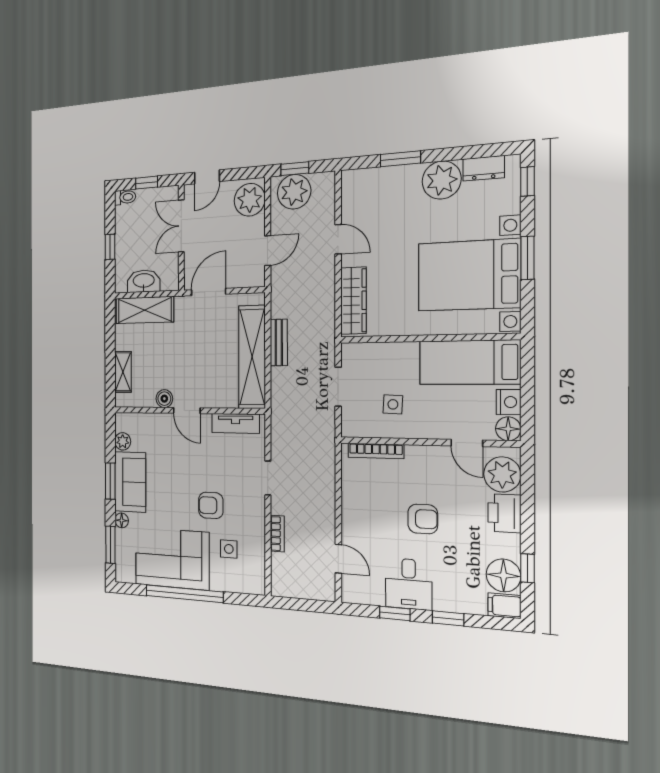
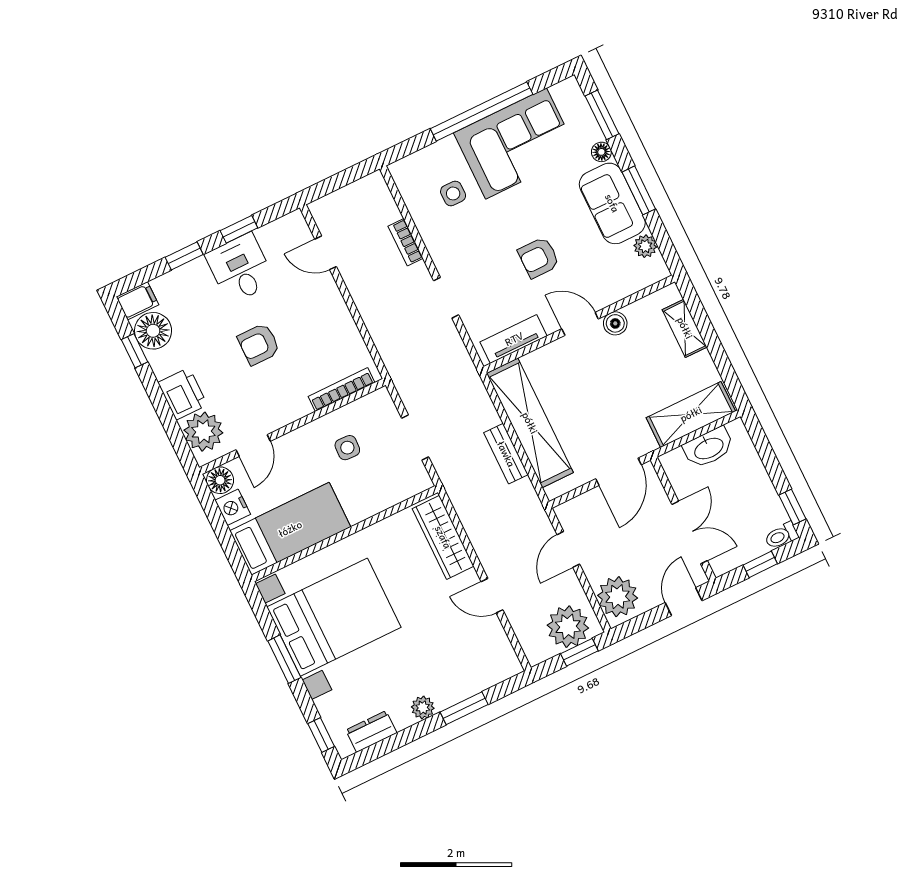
plant: (442, 180) -> (423, 708), width x0.53, depth x0.53
window: (110, 247) -> (792, 507), moved
door: (467, 443) -> (253, 446), swing flipped
armchair: (211, 505) -> (539, 258), moved, turned 180

